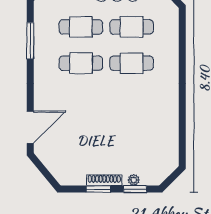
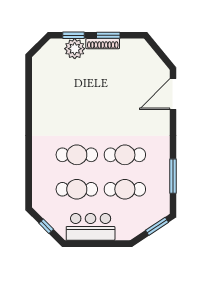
plant: (134, 180) -> (75, 49), width x1.87, depth x1.87

